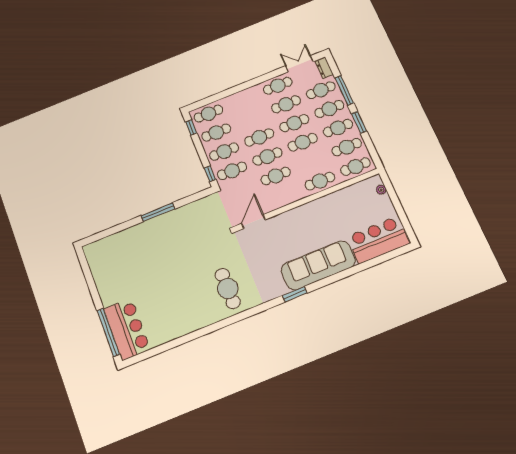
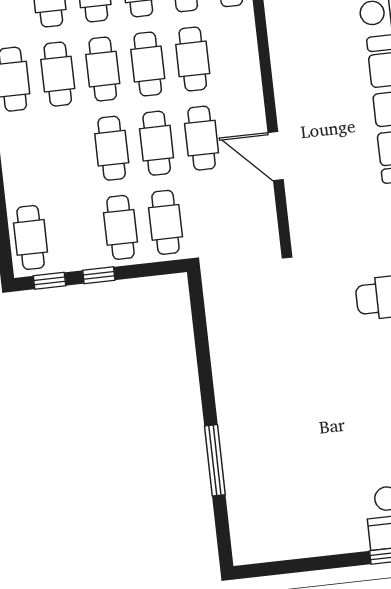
cafe table: (216, 133) -> (76, 232), removed
window: (210, 174) -> (99, 275), moved
cafe table: (320, 181) -> (193, 59), moved
window: (158, 212) -> (215, 460), moved
door: (253, 222) -> (276, 156), moved

